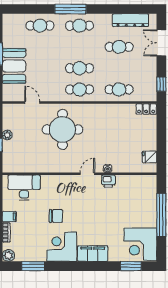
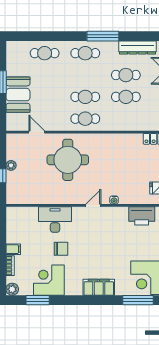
window: (70, 9) -> (103, 36), moved
cafe table: (119, 89) -> (126, 97), moved
printer: (108, 181) -> (142, 216), moved, width x1.87, depth x1.48
desk: (24, 188) -> (55, 219), moved
corner desk: (62, 247) -> (49, 280), moved
window: (131, 266) -> (138, 300), width x1.44

